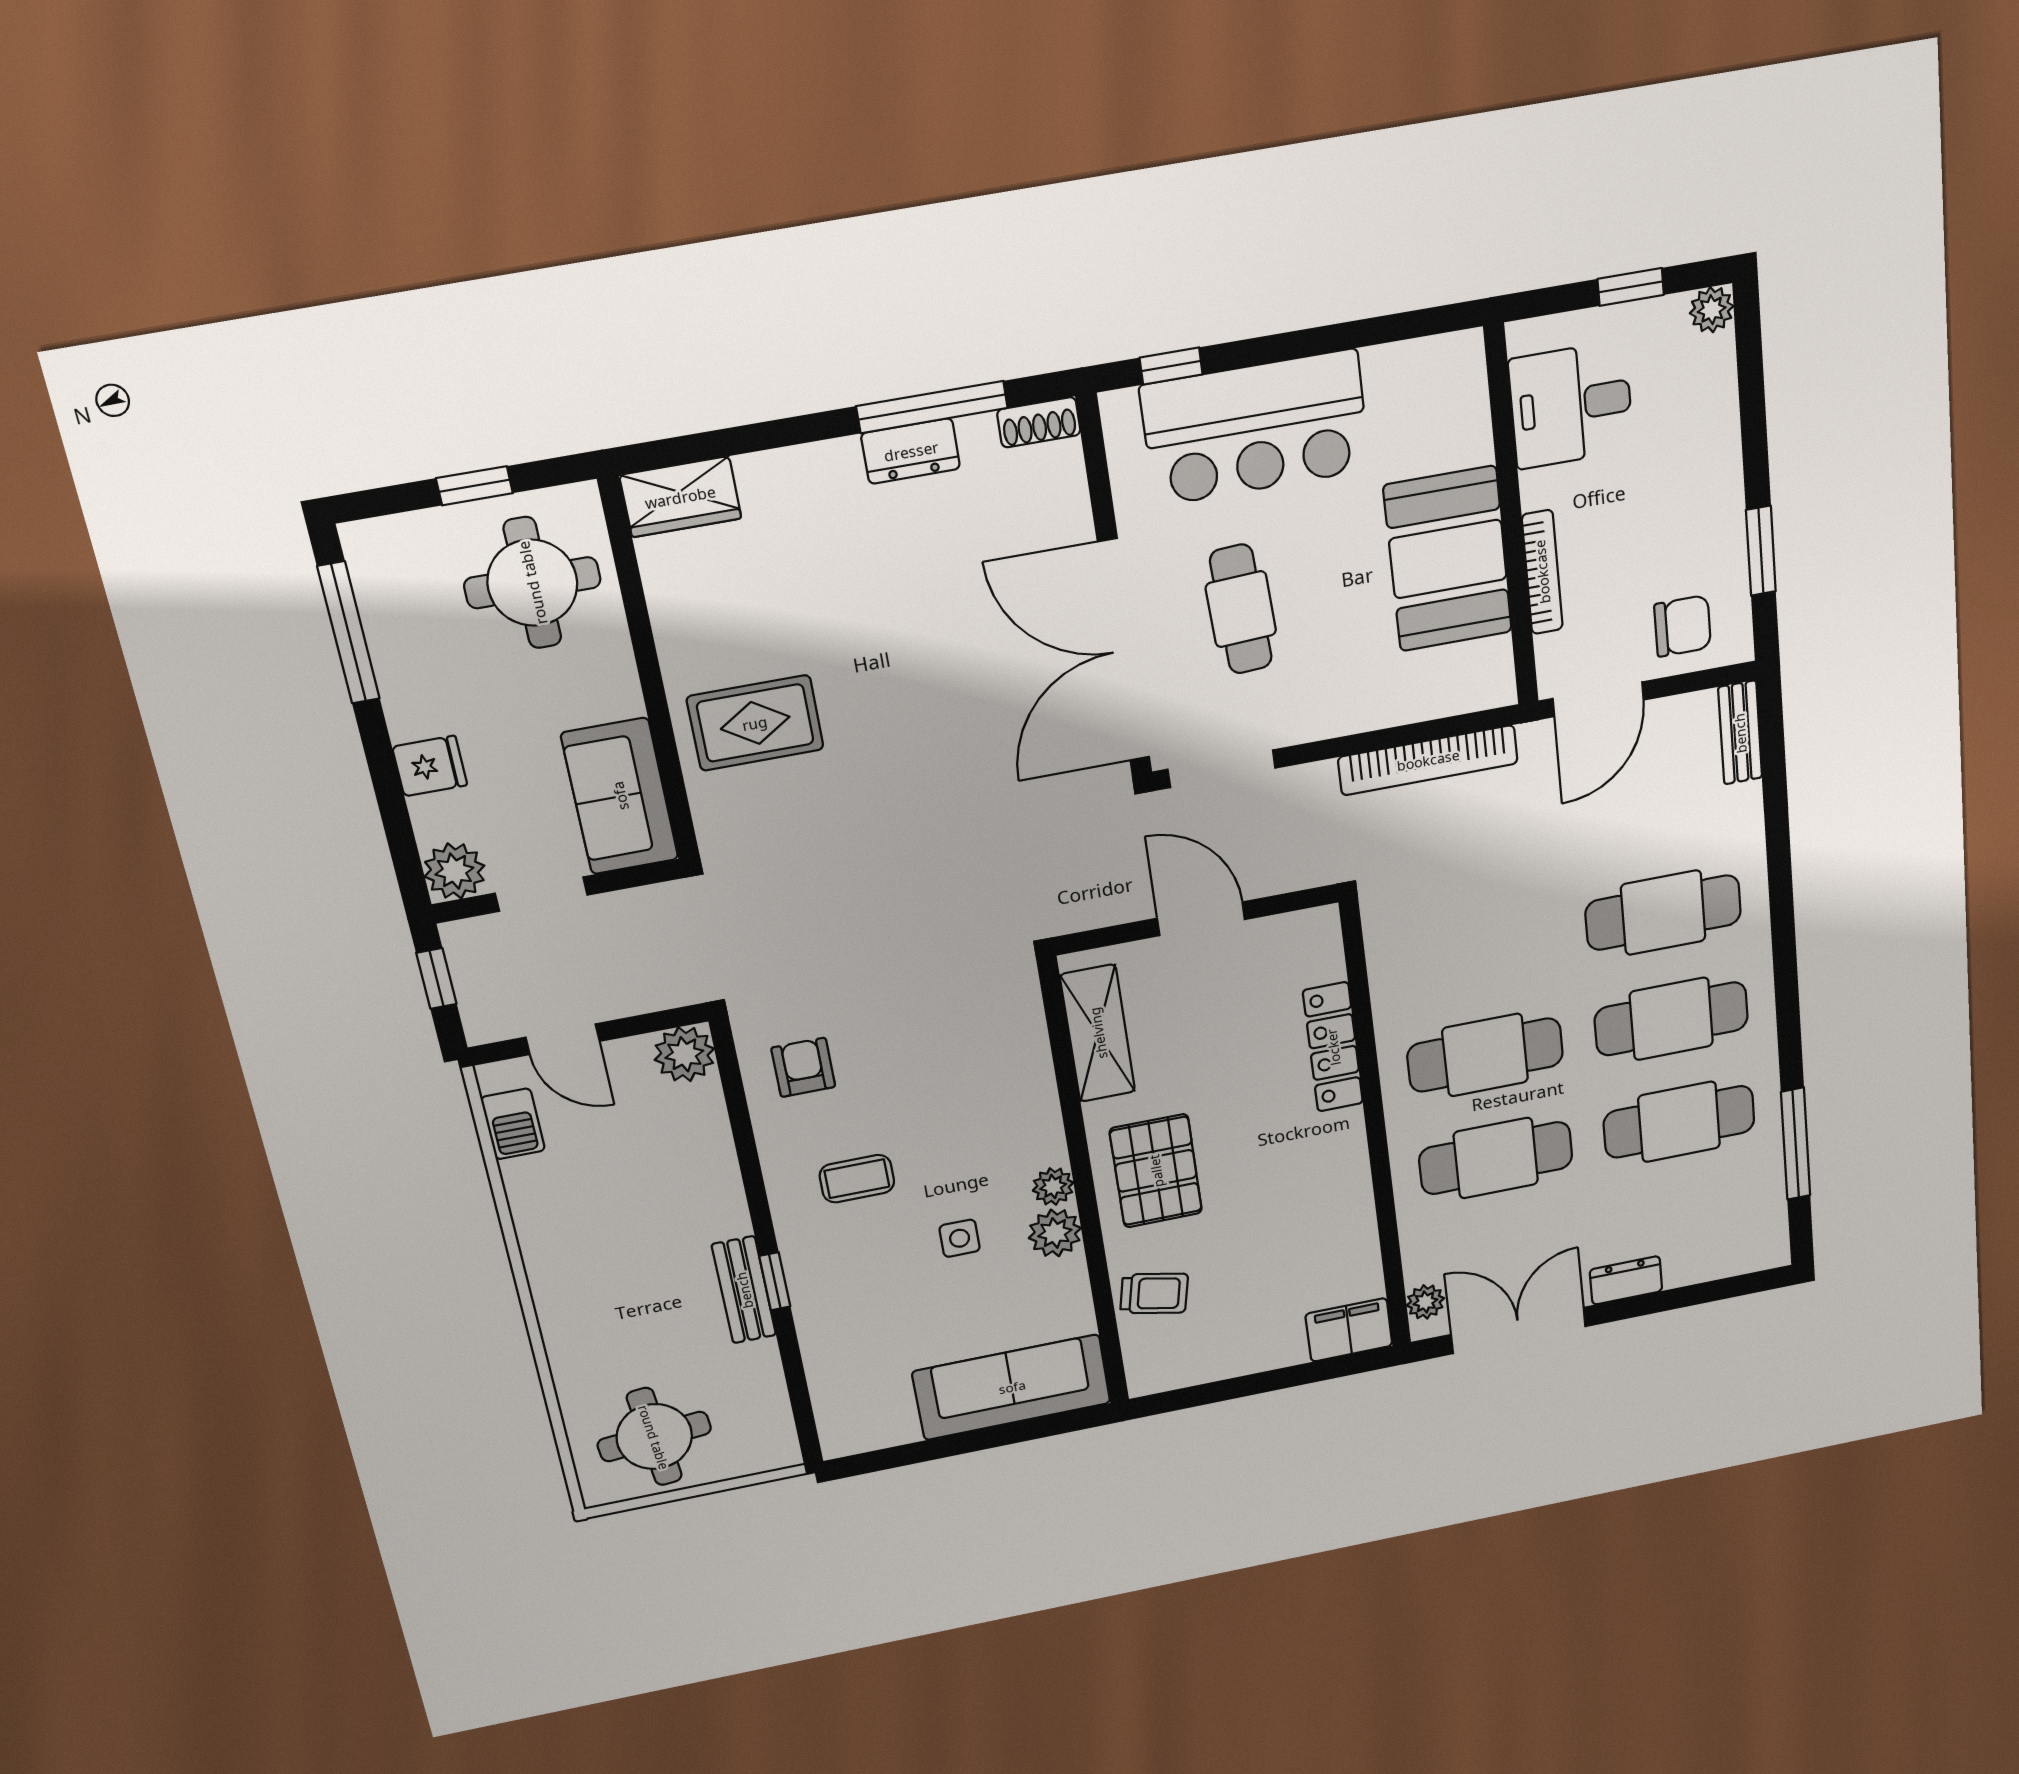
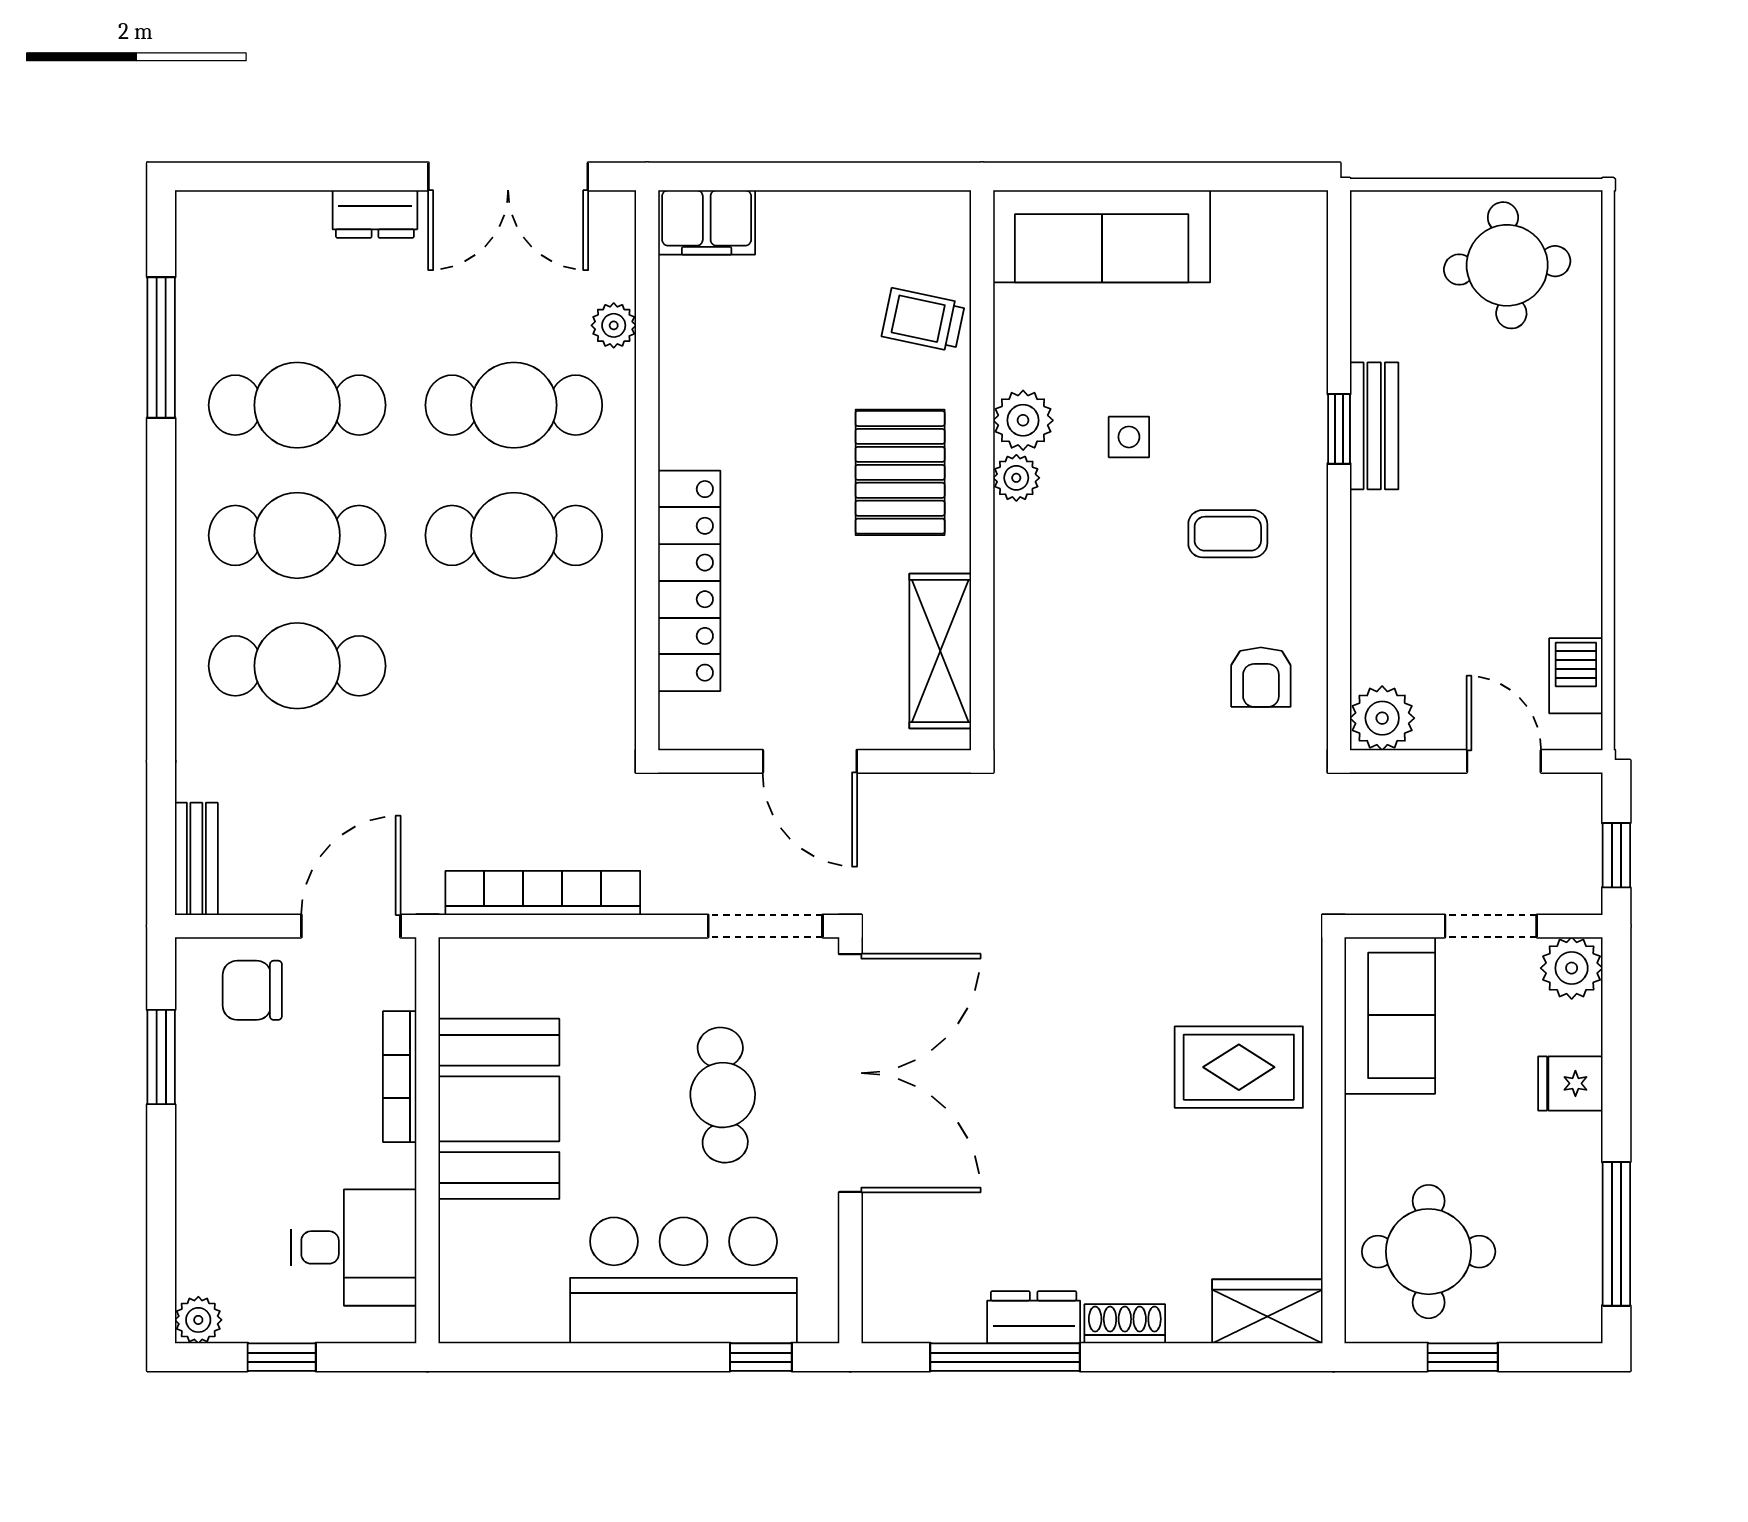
shoe rack: (1039, 422) -> (1125, 1324), moved
locker: (1333, 1047) -> (689, 581), width x1.41, depth x1.21
plant: (1425, 1302) -> (614, 325), moved

